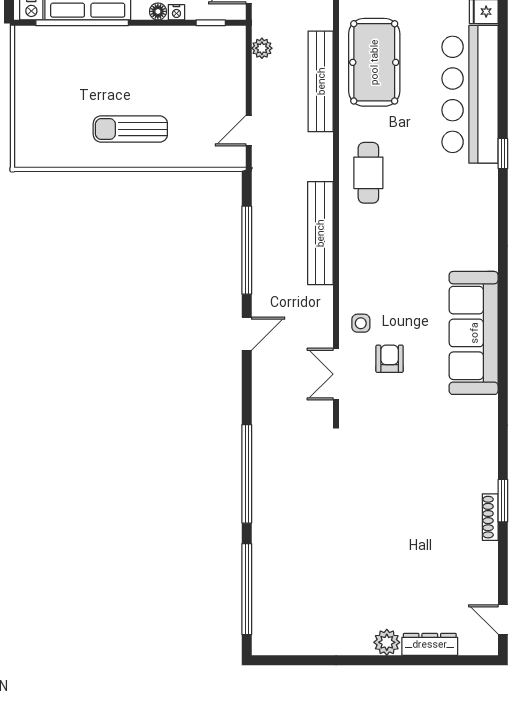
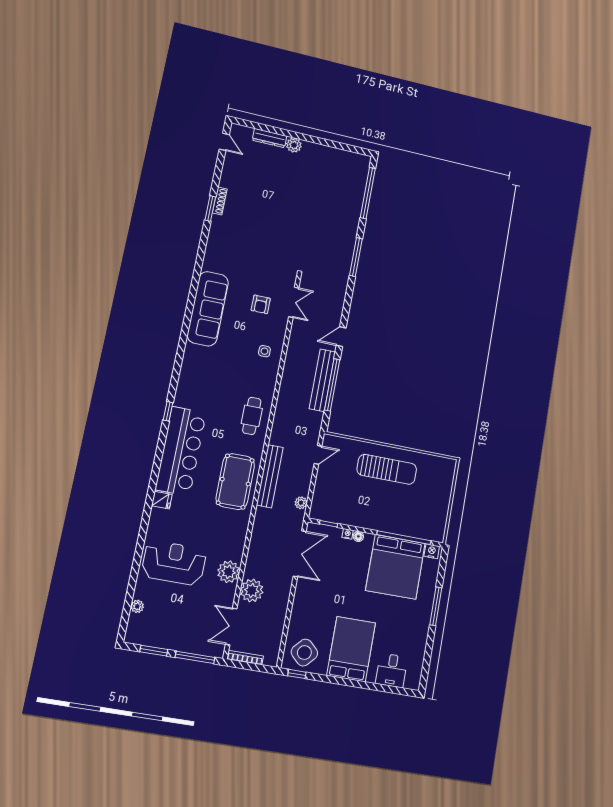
sun lounger: (130, 129) -> (387, 469), width x1.36, depth x1.34
bench: (320, 233) -> (322, 380), moved
side table: (361, 323) -> (264, 351), moved
window: (247, 474) -> (356, 257), width x0.68

